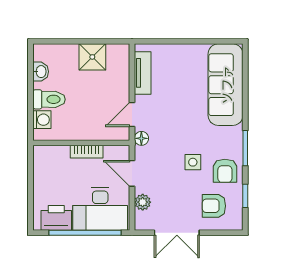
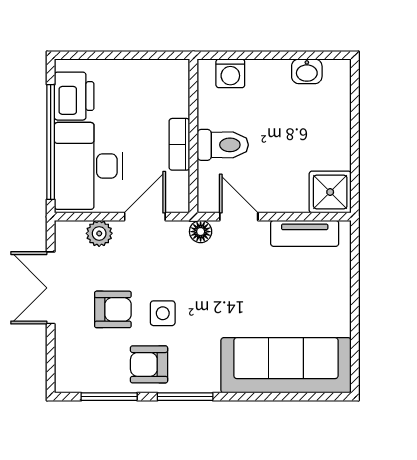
shower: (92, 57) -> (330, 192), moved
toilet: (49, 99) -> (223, 145), moved, turned -90
window: (245, 196) -> (109, 397), width x1.50
armchair: (214, 206) -> (113, 309), moved, turned 90

